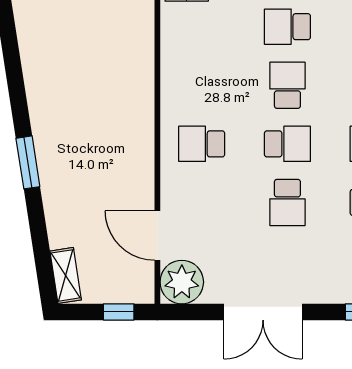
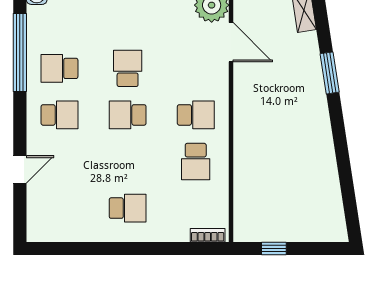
school desk: (287, 85) -> (196, 162), moved
window: (28, 162) -> (330, 73), moved

